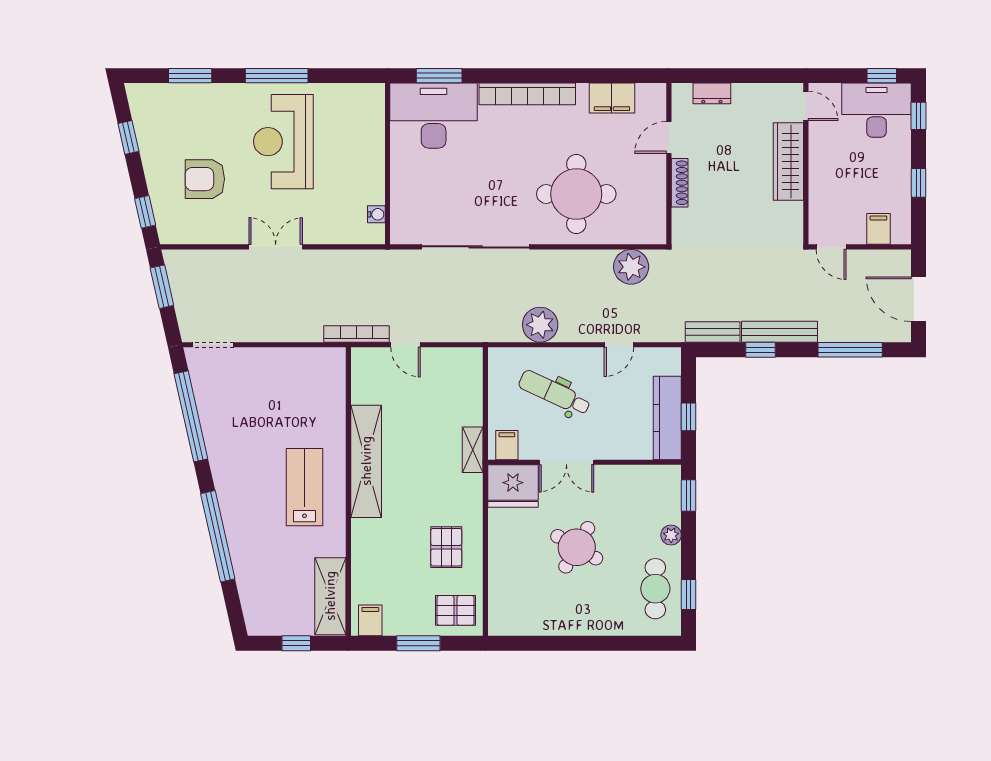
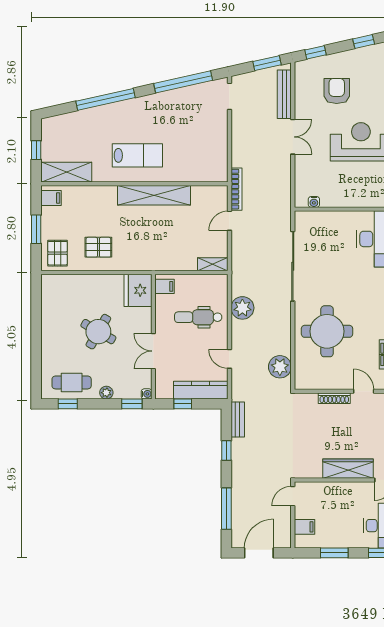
window: (919, 183) -> (334, 553), width x1.50
bench: (780, 332) -> (284, 94), moved
dental chair: (554, 393) -> (198, 317), turned -115
kitchen counter: (667, 418) -> (201, 390), moved
shelving: (473, 450) -> (213, 264), moved
double door: (566, 462) -> (153, 351), moved
water cooler: (673, 473) -> (147, 394), added

